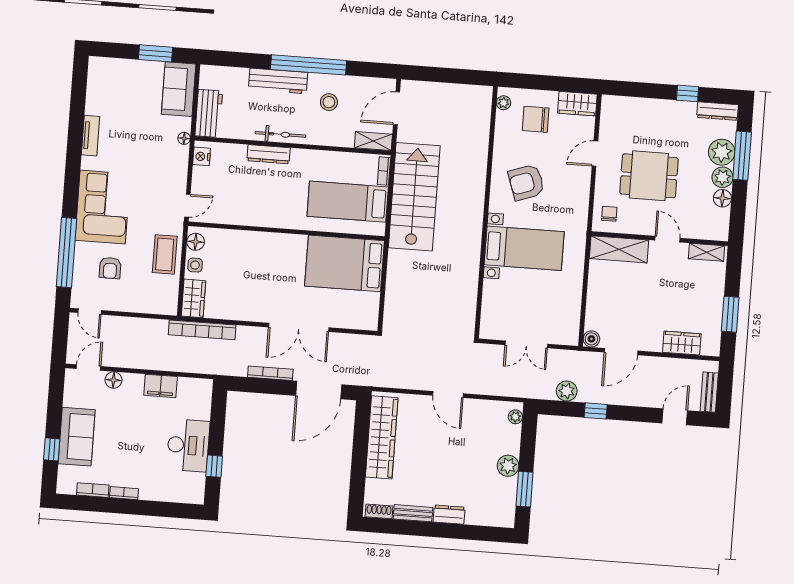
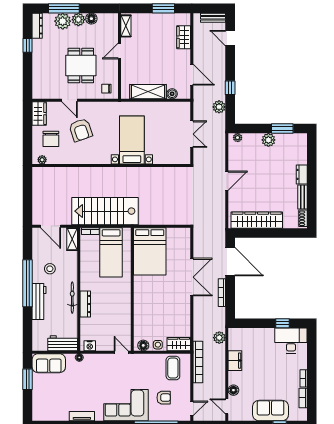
armchair: (526, 182) -> (81, 130), moved
shelving: (619, 249) -> (148, 92), moved, turned 90
coffee table: (165, 254) -> (173, 368), moved, turned 90
bookcase: (202, 330) -> (198, 362), moved
boiler: (591, 339) -> (172, 94), moved
plant: (199, 364) -> (219, 338), added
desk: (188, 445) -> (291, 341), moved

